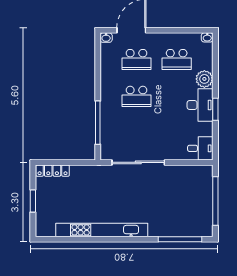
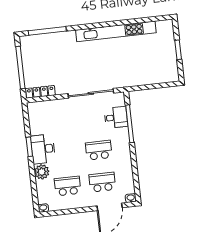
desk: (200, 148) -> (116, 117), moved, turned 180
locker: (53, 171) -> (40, 92), moved

